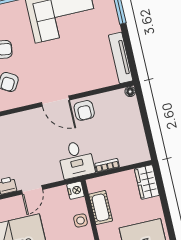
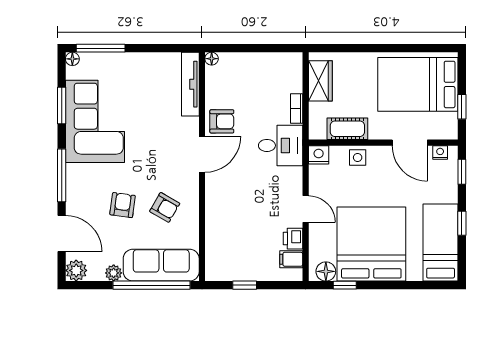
tv unit: (121, 58) -> (190, 84), moved, turned 90
wardrobe: (147, 182) -> (320, 81), moved, turned -90

